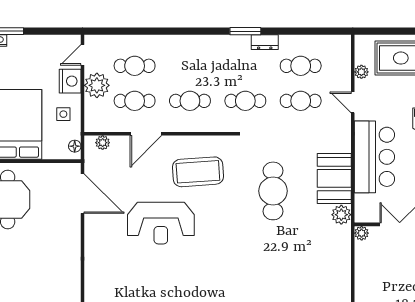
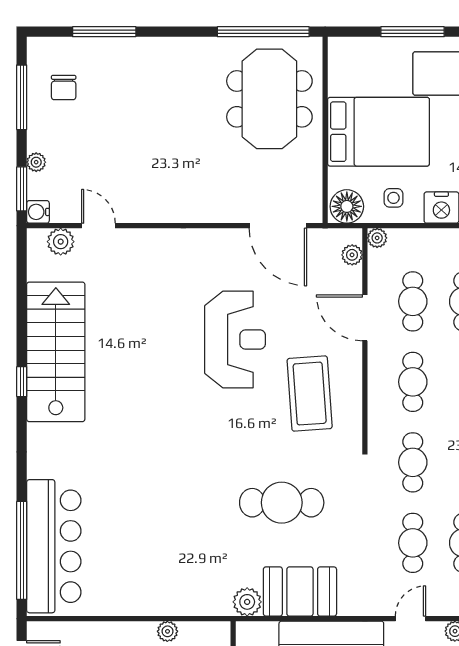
plant: (97, 85) -> (377, 238), moved, width x0.53, depth x0.53
floor lamp: (75, 146) -> (347, 206), width x1.89, depth x1.89
door: (83, 194) -> (278, 226), hinge flipped
reception desk: (161, 223) -> (235, 340), turned 180
plant: (362, 233) -> (167, 631), moved

